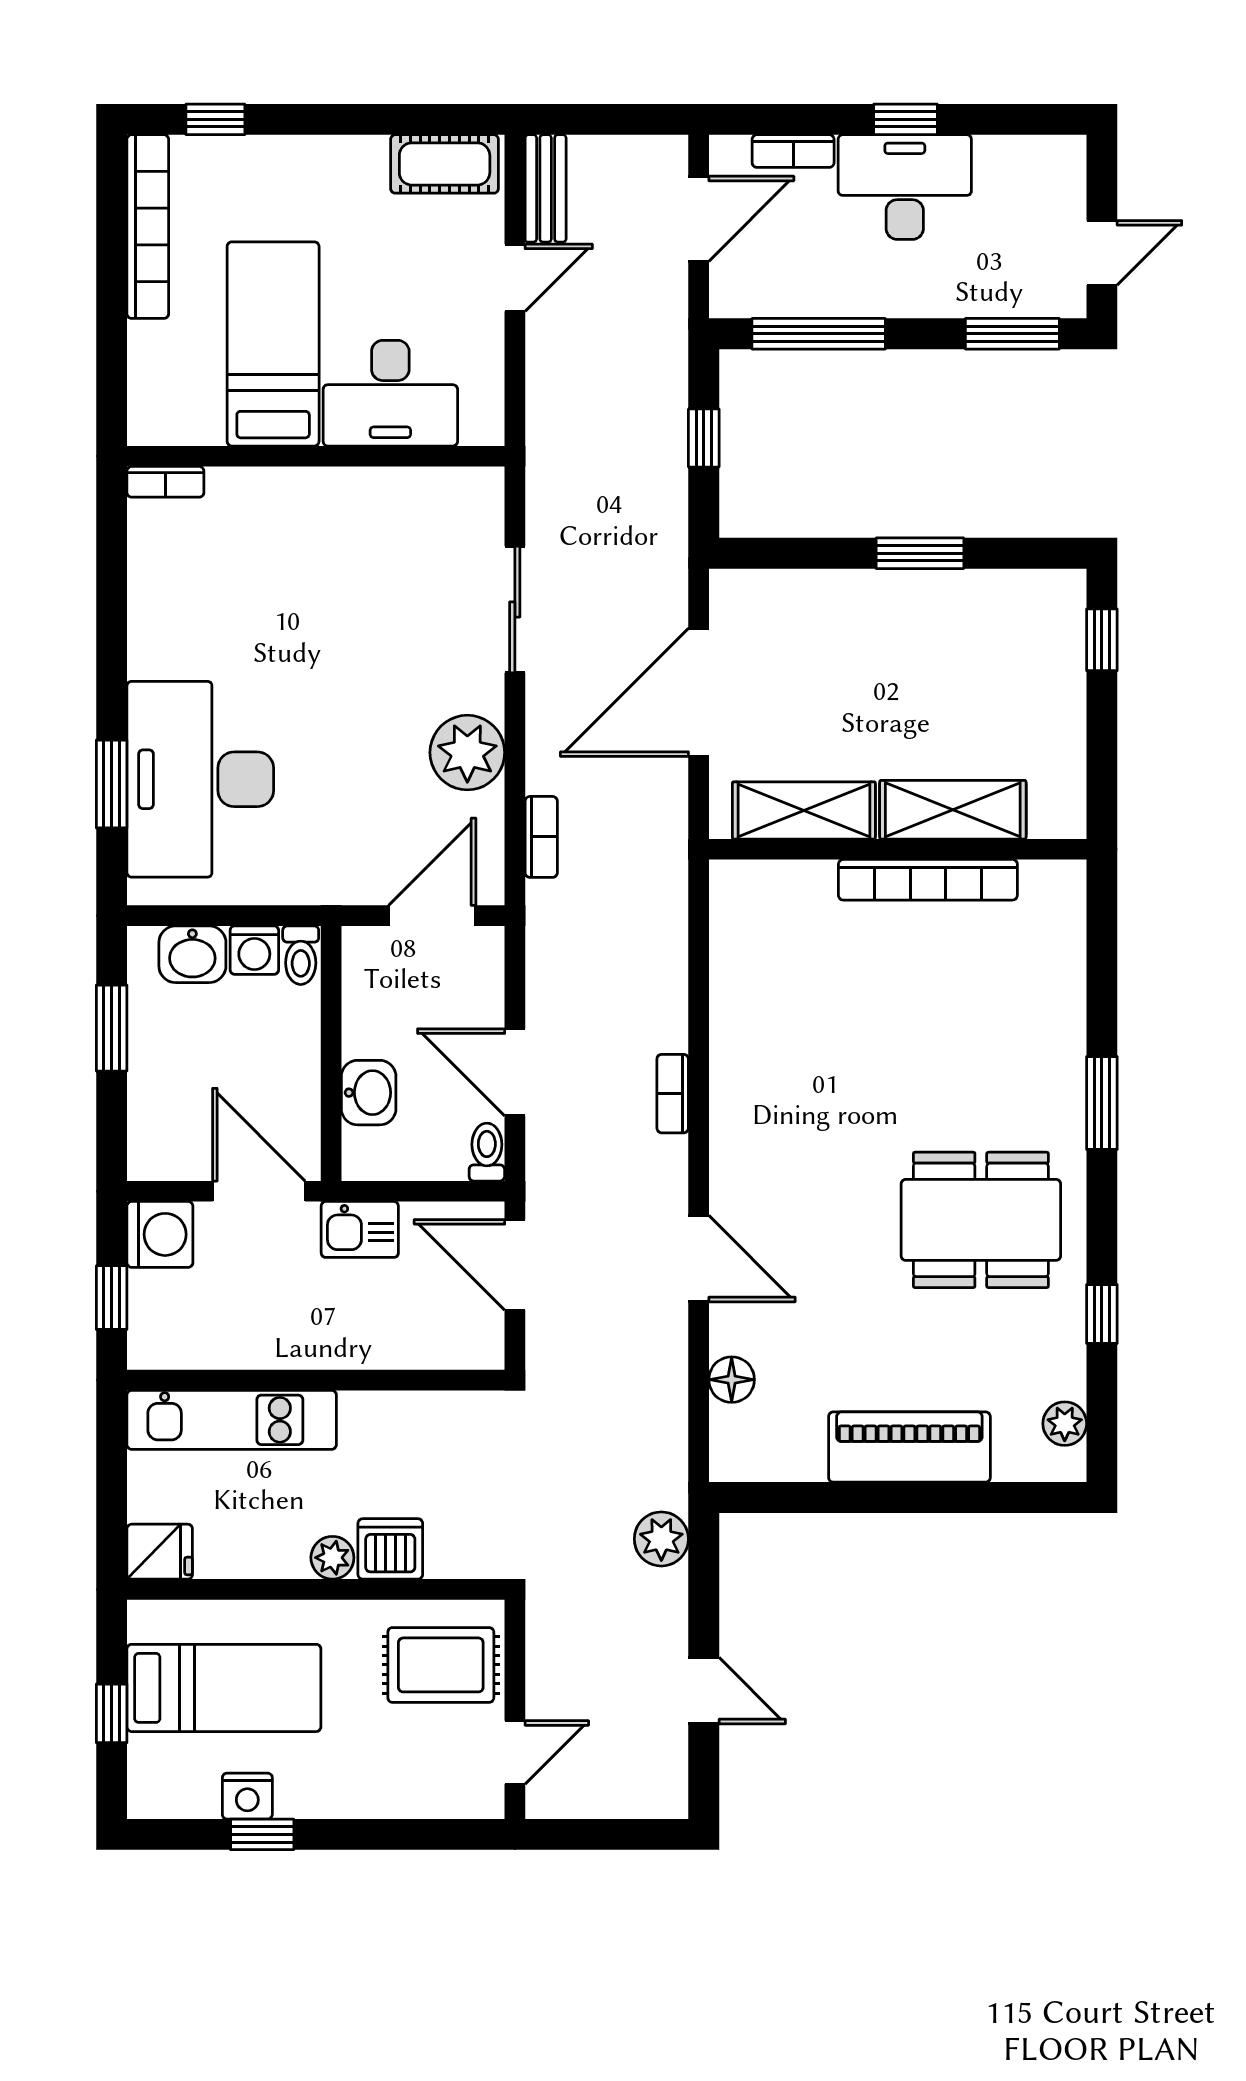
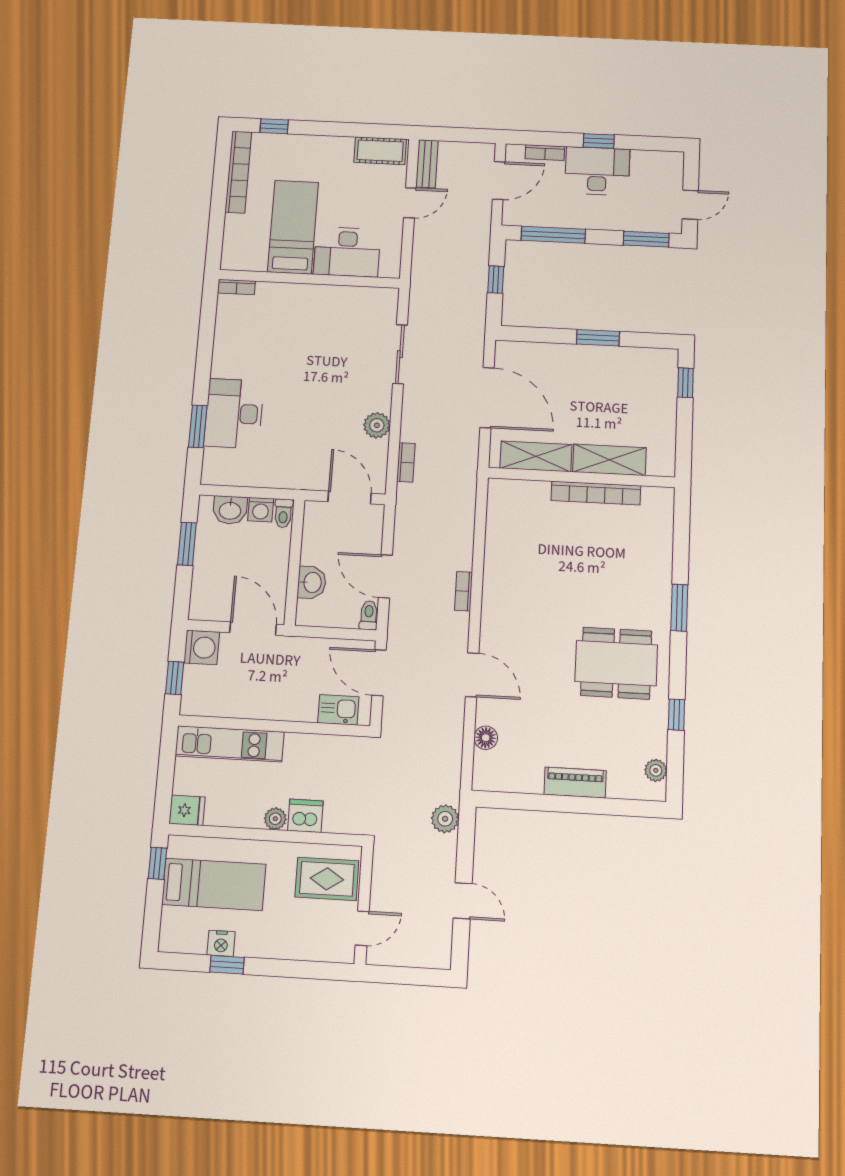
door: (699, 692) -> (487, 398), swing flipped
plant: (467, 753) -> (377, 425), width x0.73, depth x0.73
desk: (200, 779) -> (234, 413), width x0.73, depth x0.77
door: (432, 916) -> (350, 498), hinge flipped
kitchen sink: (360, 1229) -> (338, 710), moved, turned 180
piano: (909, 1447) -> (575, 783), width x0.73, depth x0.75
window: (112, 1713) -> (157, 863), moved

